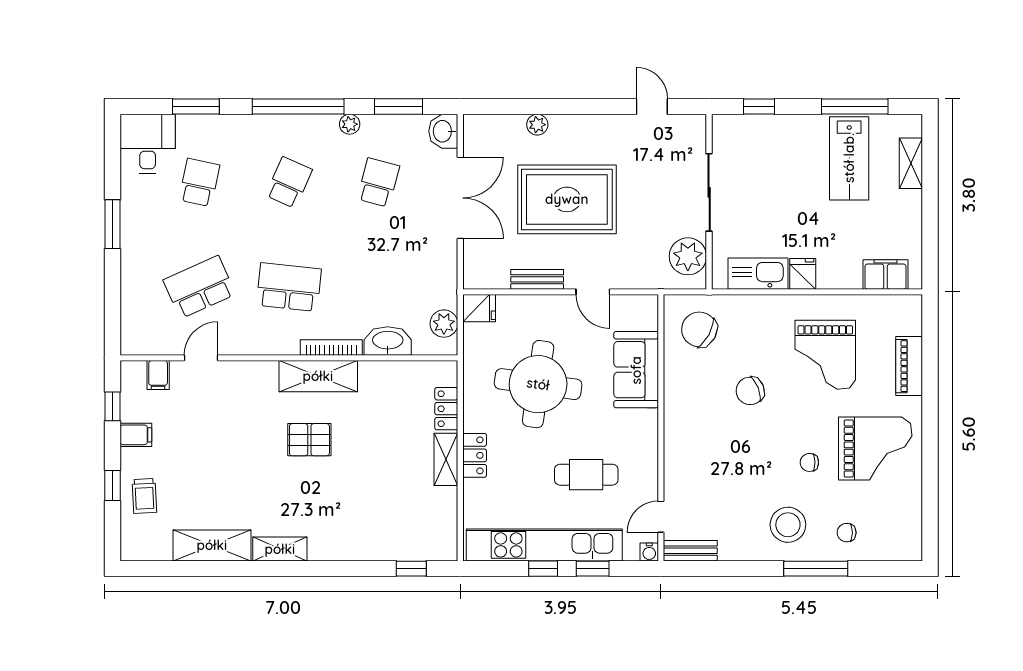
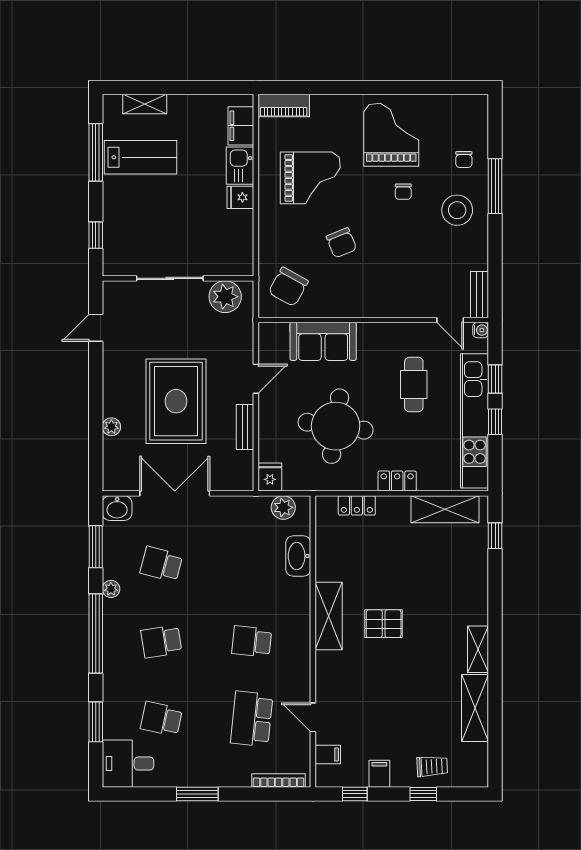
school desk: (289, 182) -> (161, 641), turned -33
kitchen sink: (758, 274) -> (240, 166), moved, width x0.73
school desk: (199, 287) -> (252, 719), turned 30
school desk: (289, 287) -> (252, 641), width x0.54
bookcase: (331, 347) -> (279, 781), moved, turned 90
piano: (909, 366) -> (284, 106), moved
pallet: (309, 440) -> (384, 624), turned 90
shelving: (446, 459) -> (445, 509), moved, width x1.50, depth x1.33

